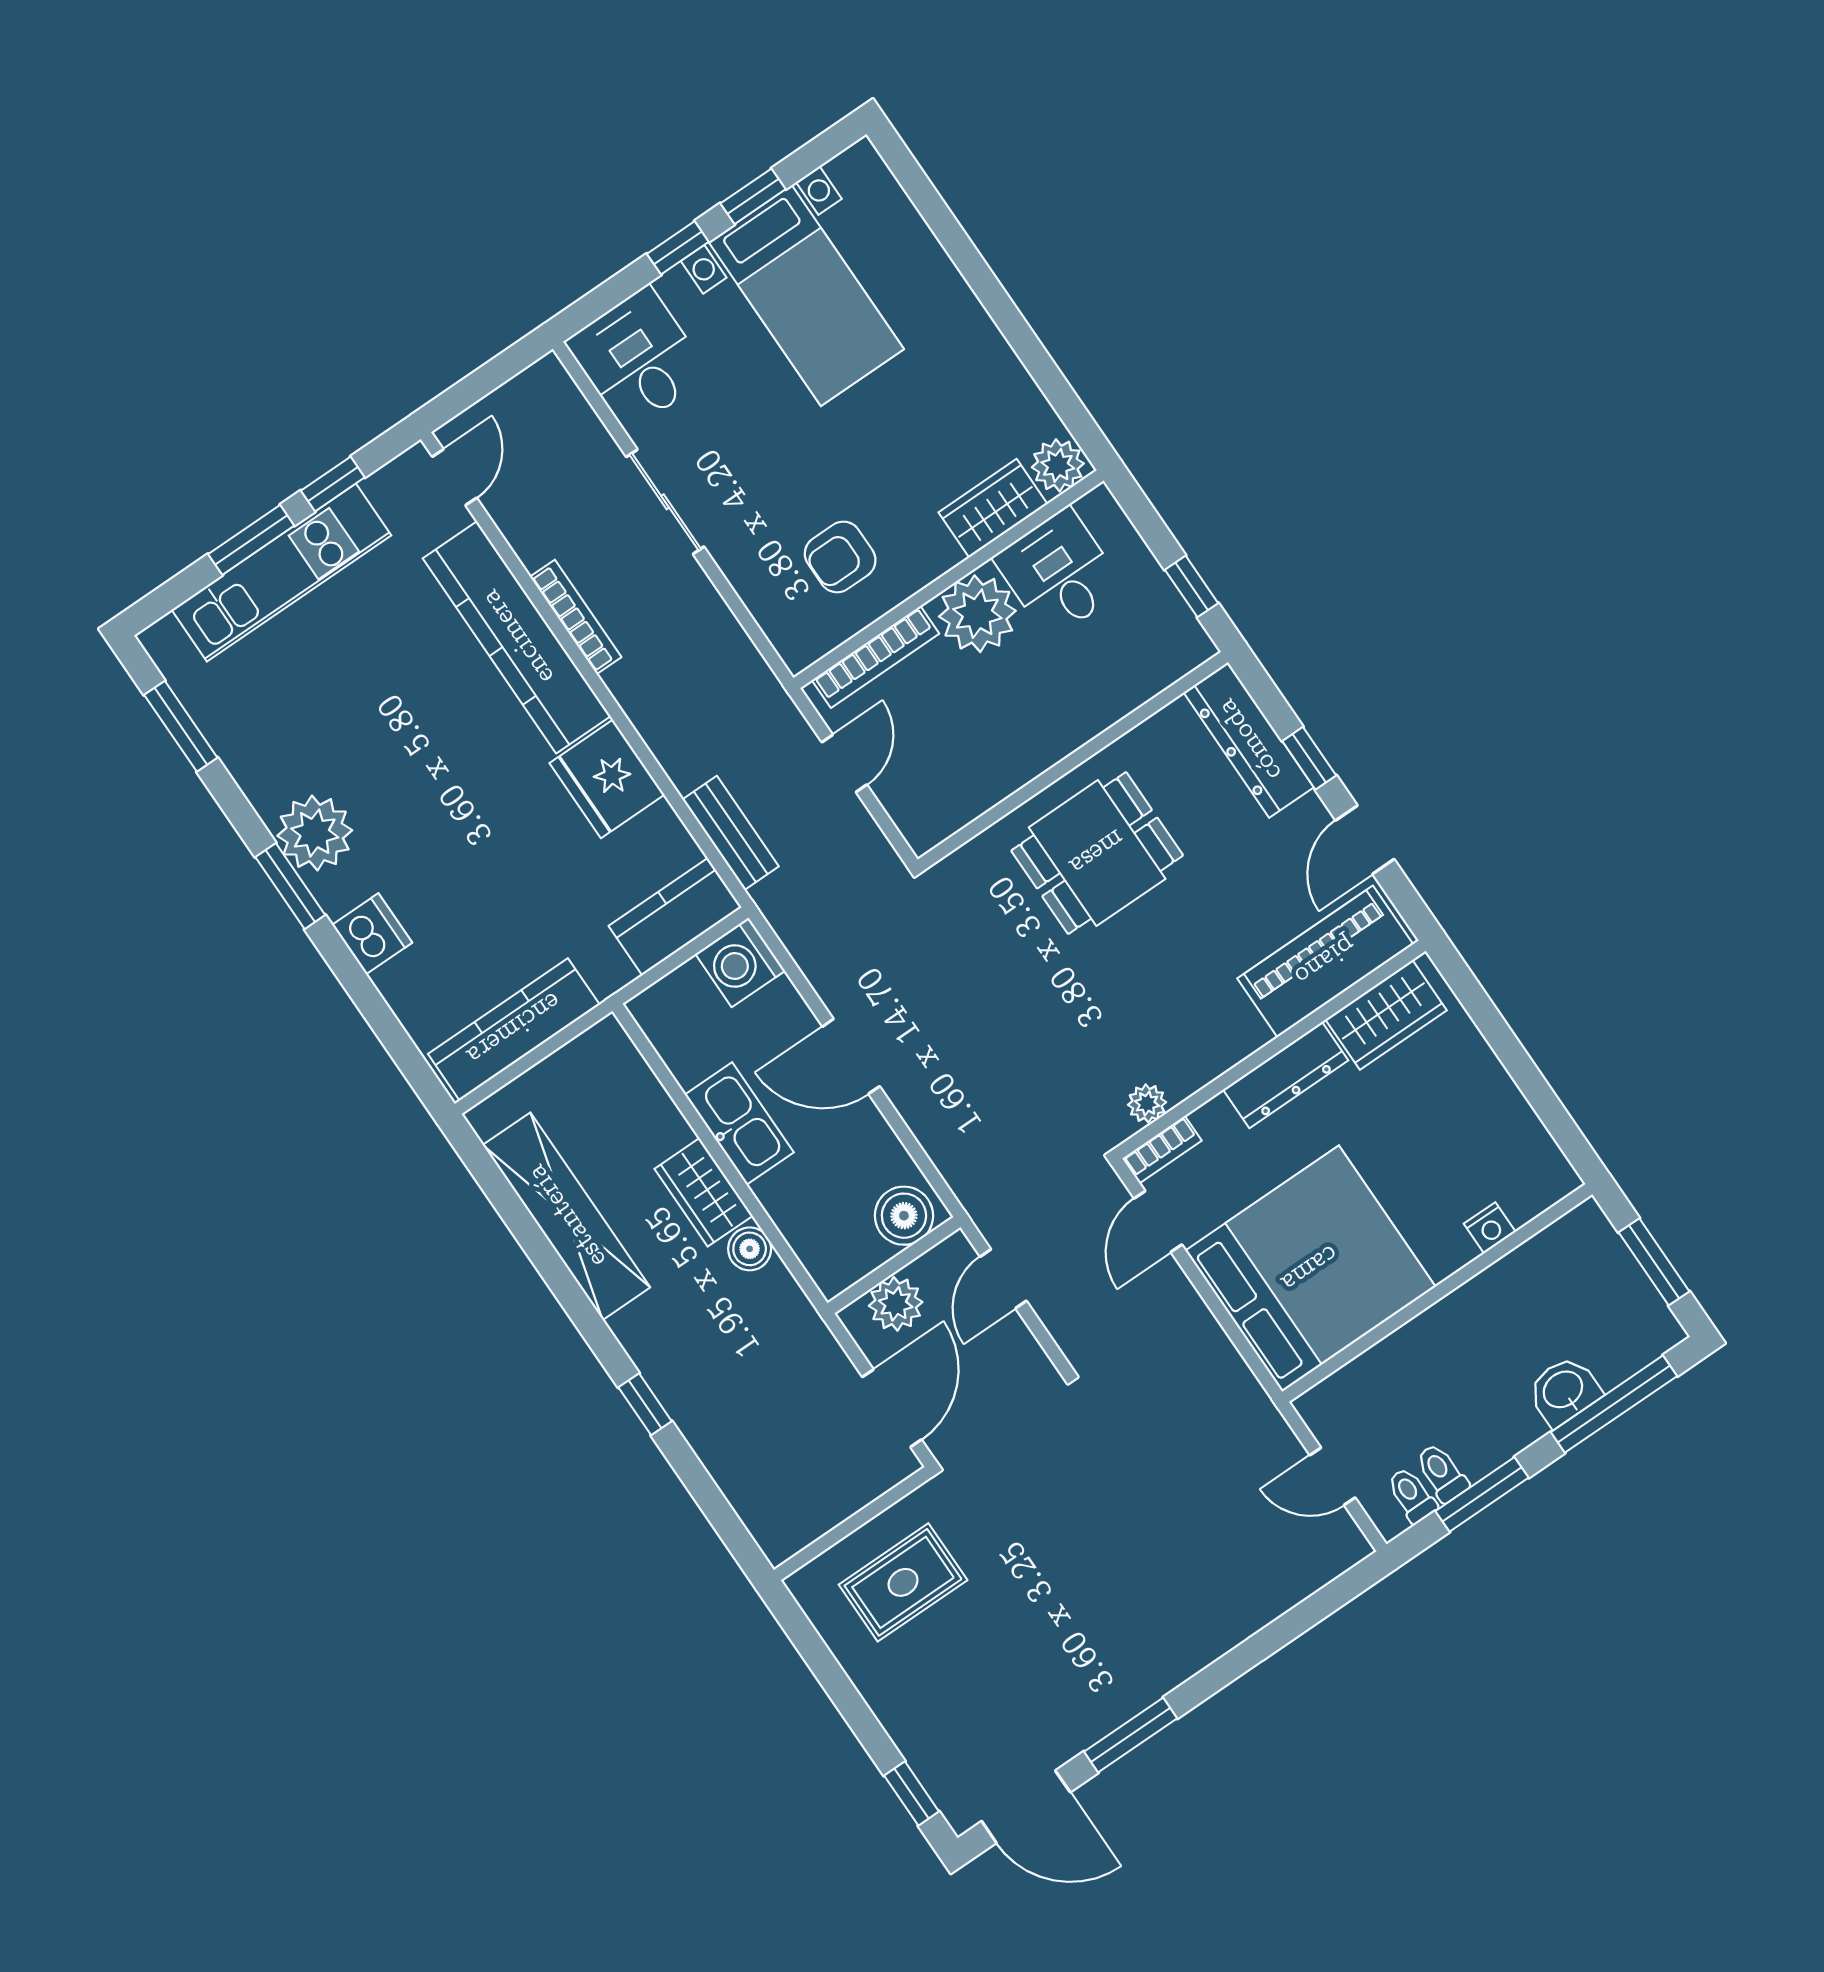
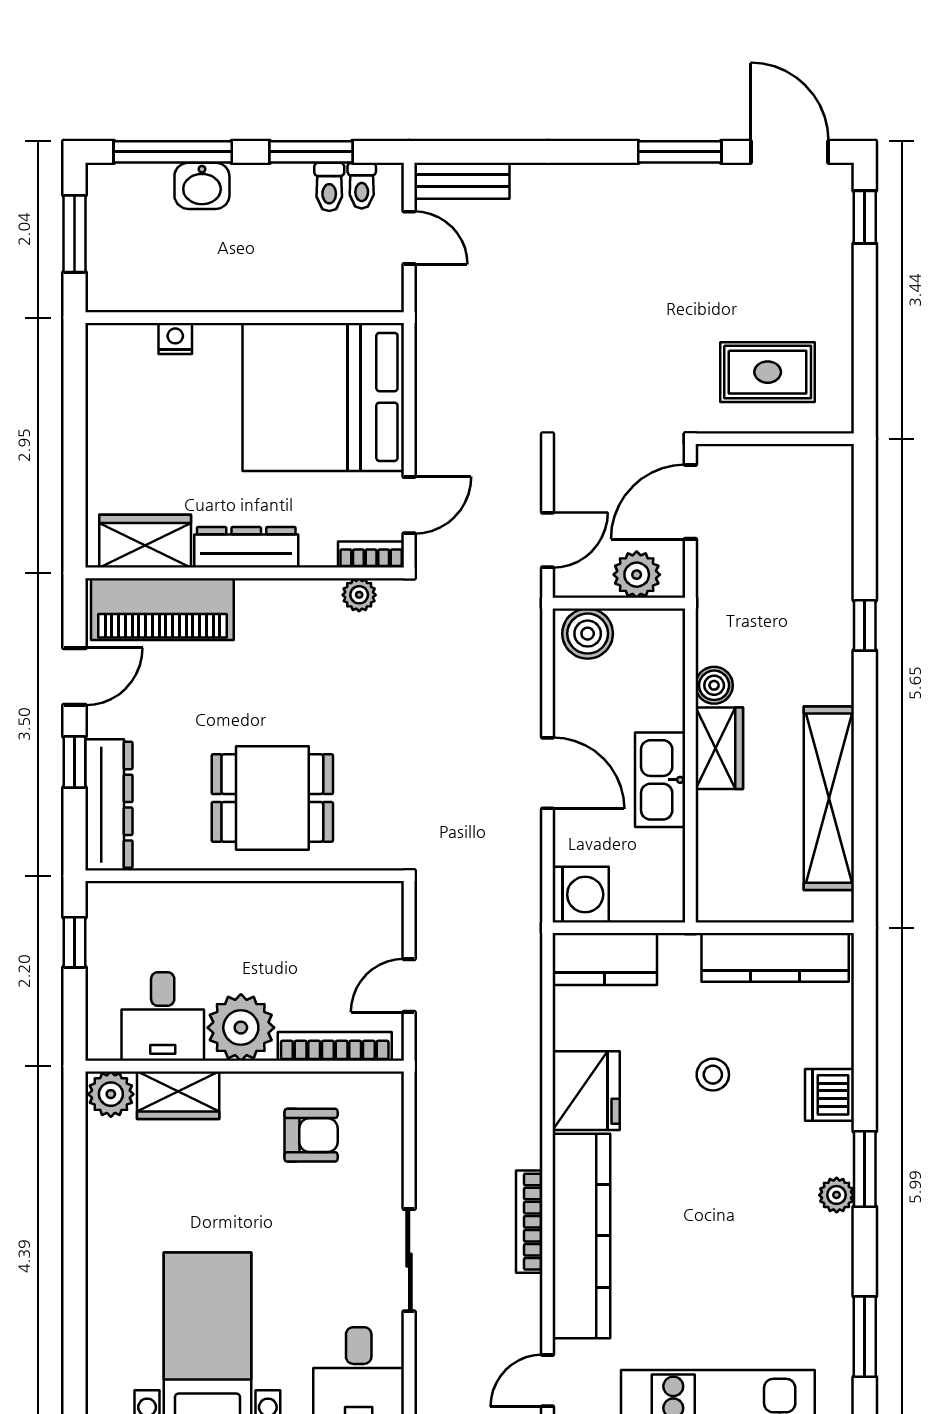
plant: (315, 833) -> (837, 1195), width x0.53, depth x0.53
bench: (731, 833) -> (462, 181), moved, turned 90
stool: (497, 877) -> (713, 1075), added

